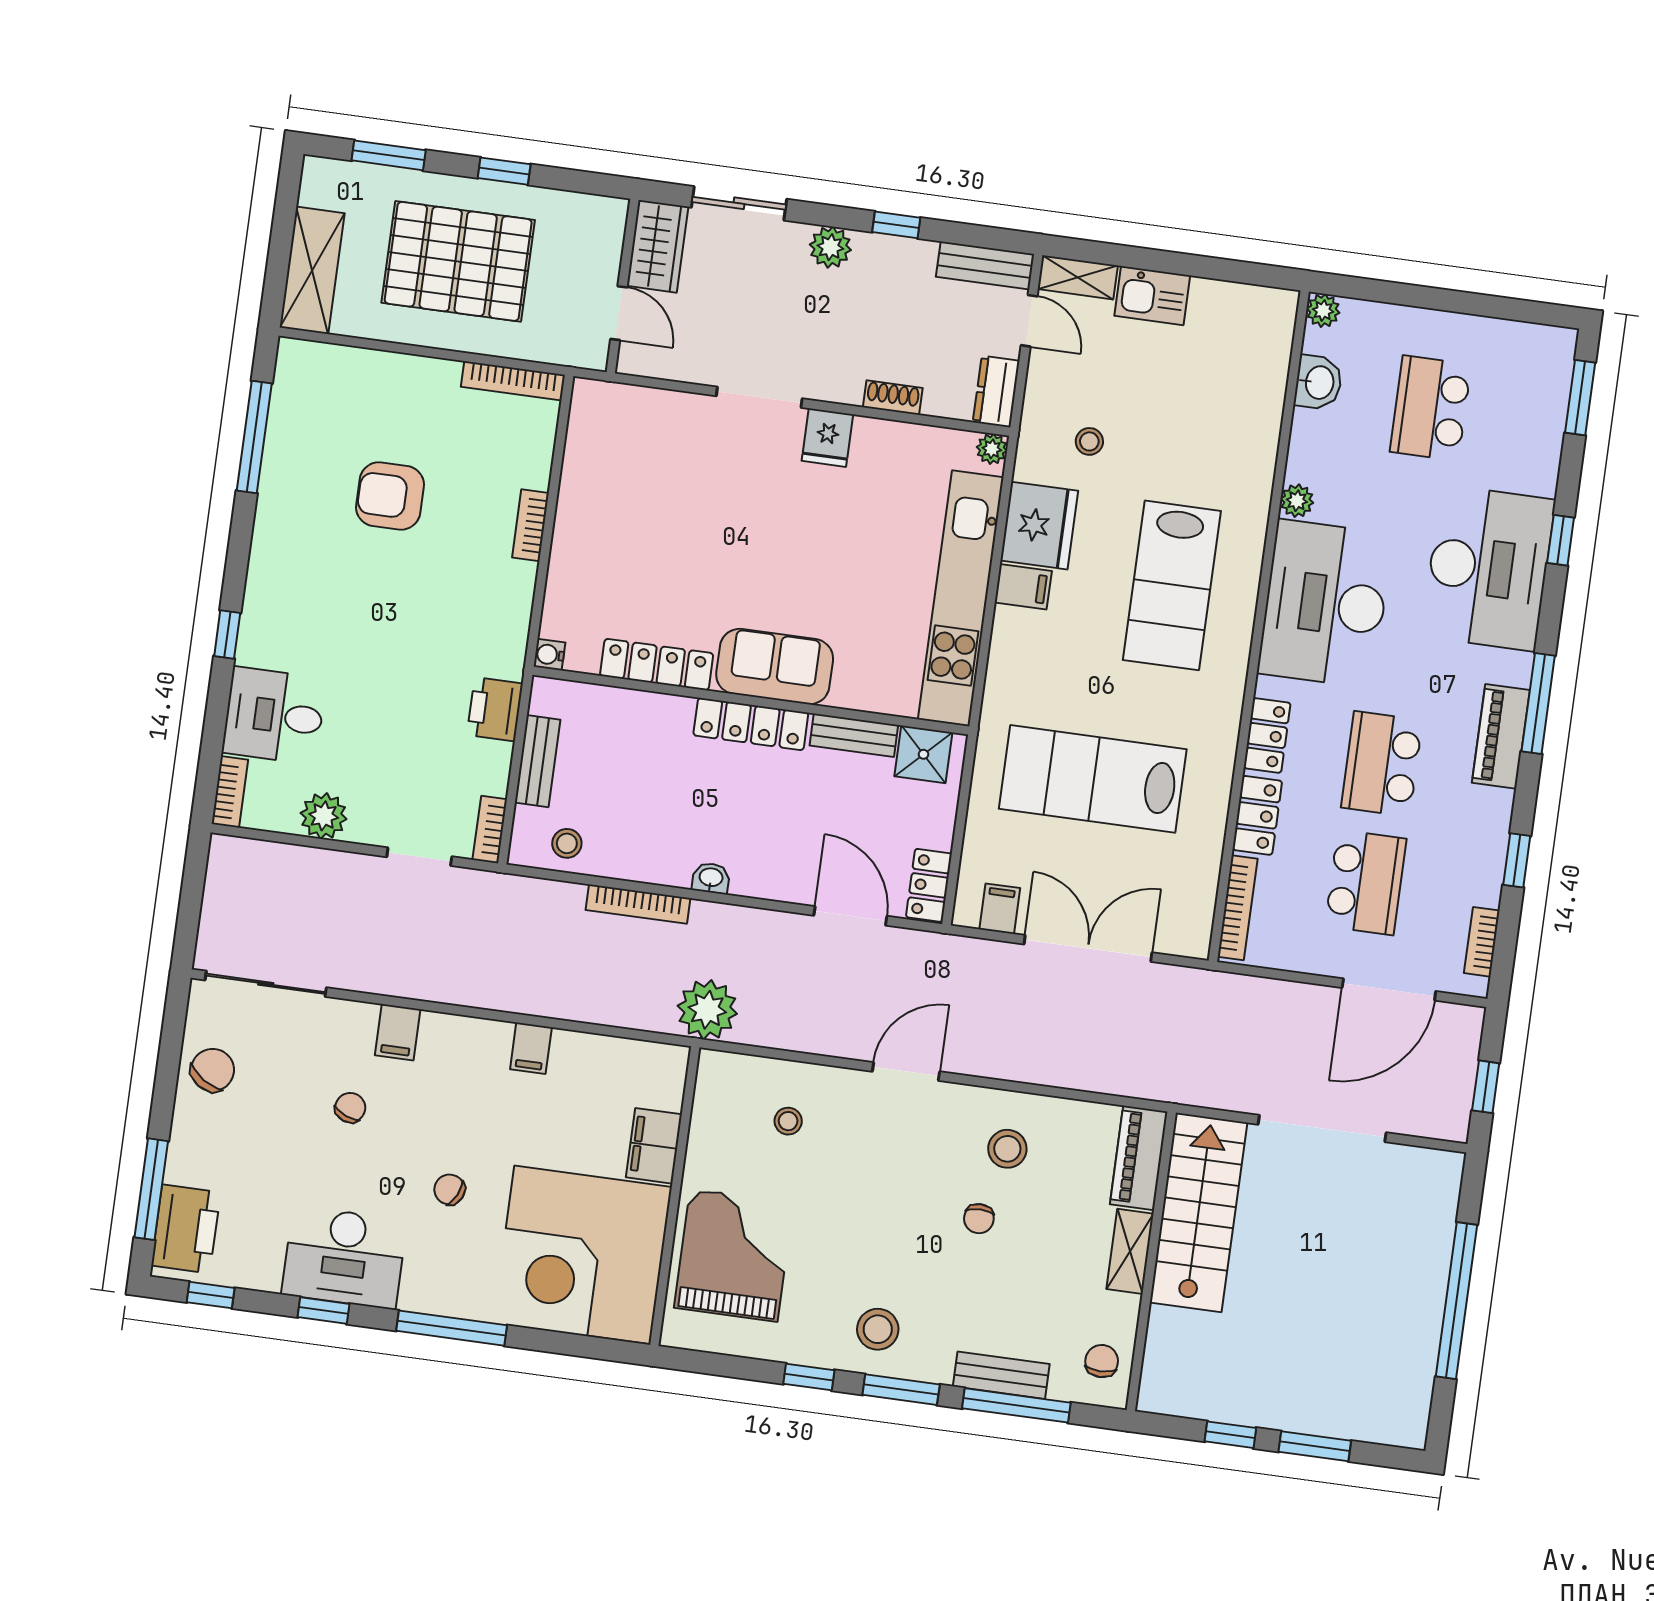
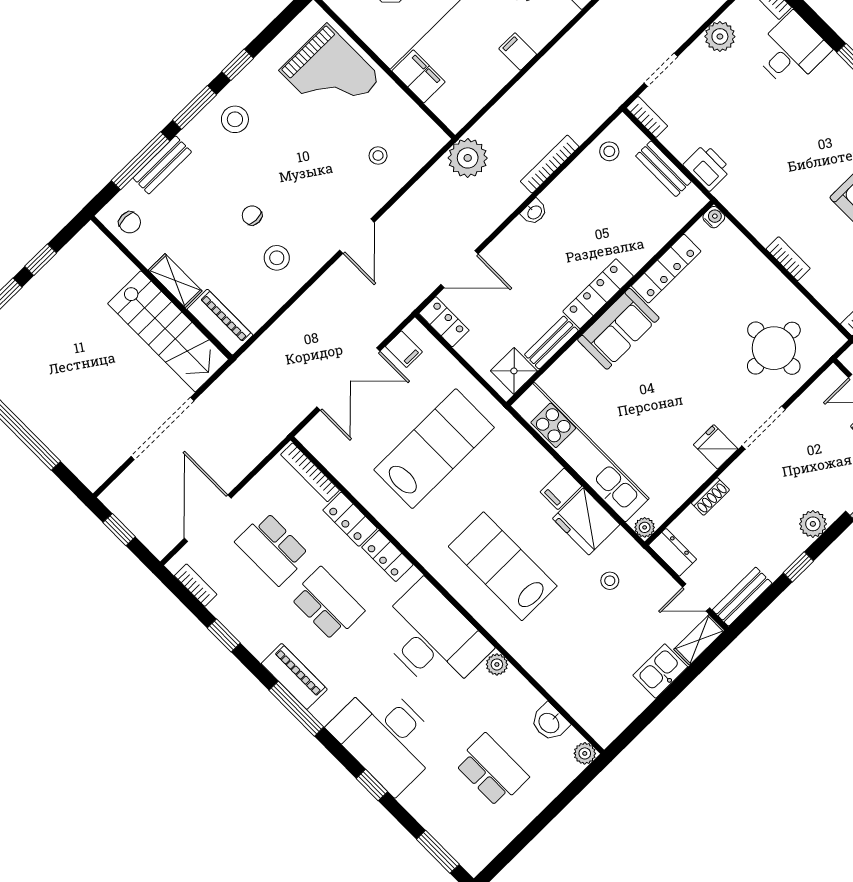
round table: (653, 459) -> (774, 348), added

